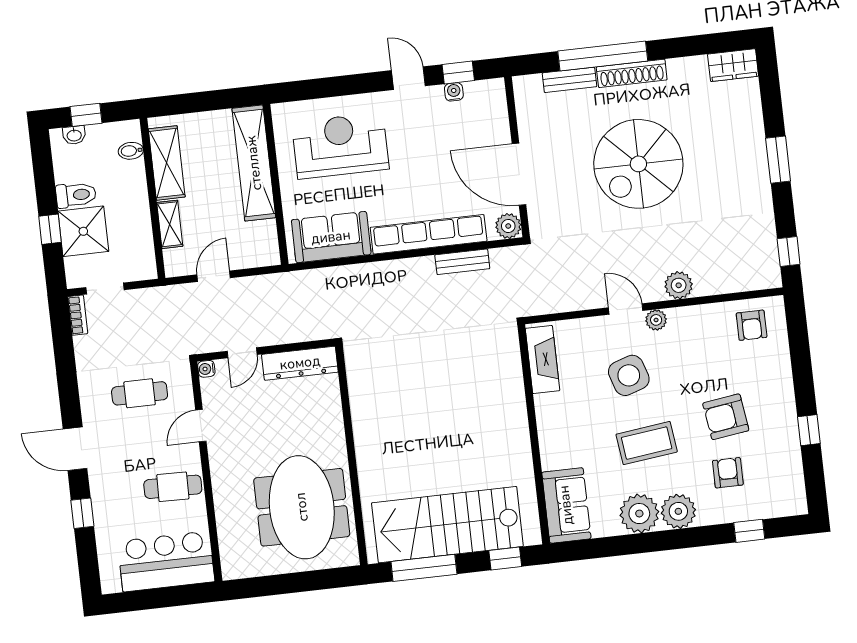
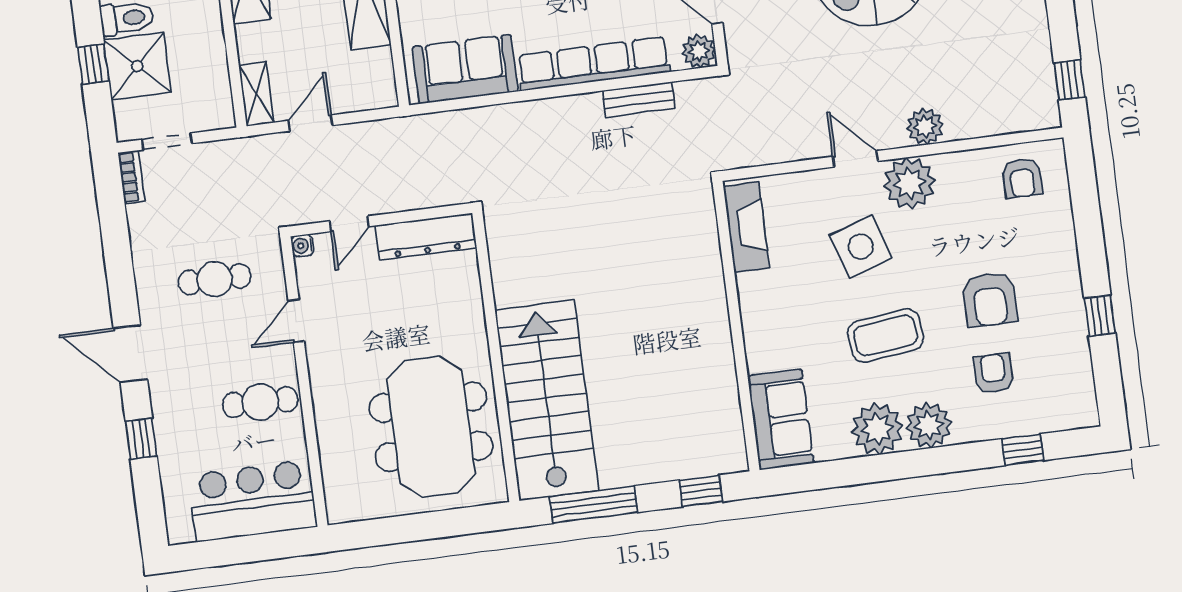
shelving: (170, 224) -> (256, 94), moved
plant: (656, 320) -> (909, 183), width x1.88, depth x1.88
armchair: (726, 417) -> (990, 299), turned -82
stairs: (447, 525) -> (547, 400), moved, turned 90

